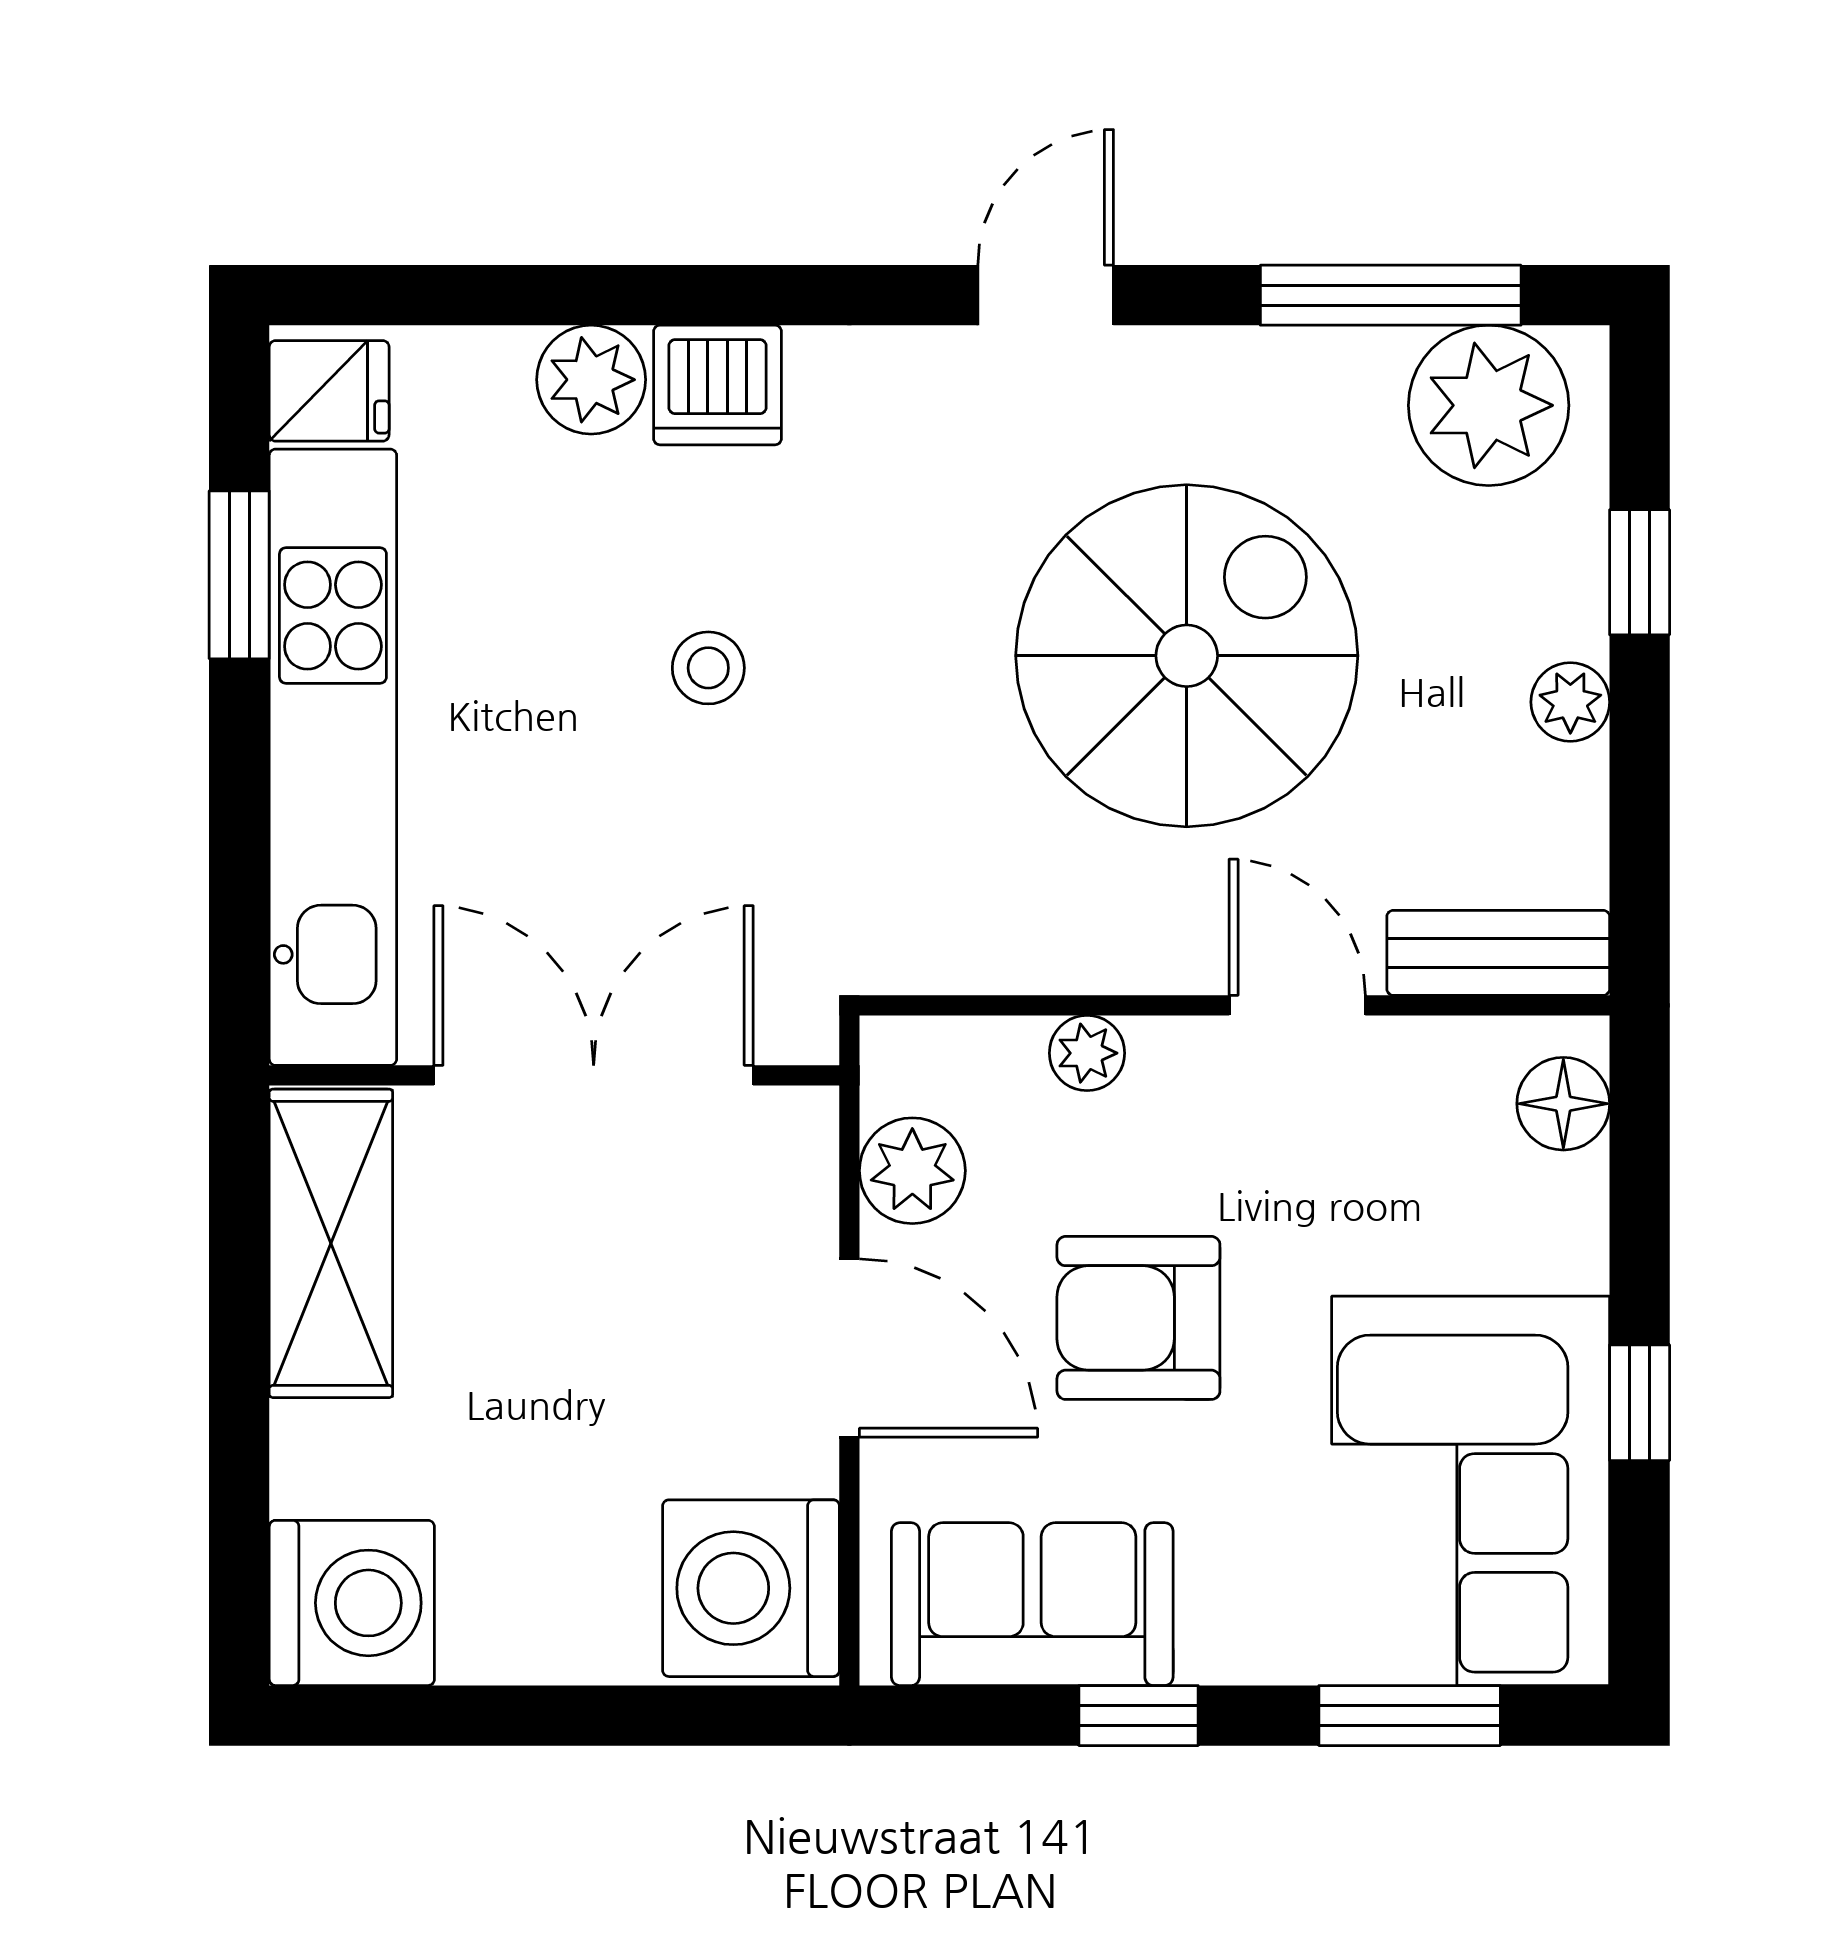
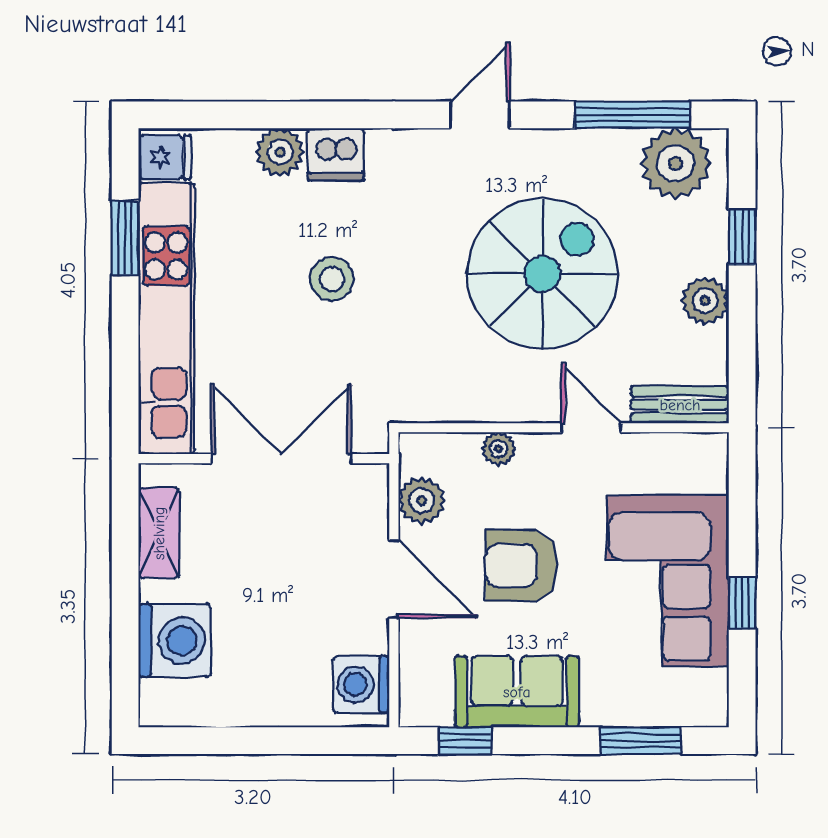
stool: (708, 668) -> (332, 279), width x1.37, depth x1.37
plant: (1570, 702) -> (705, 301), width x1.38, depth x1.38
floor lamp: (1563, 1104) -> (708, 471), removed
shelving: (331, 1243) -> (159, 533), width x0.67, depth x0.75
corner sofa: (1471, 1491) -> (668, 581), moved
washing machine: (751, 1588) -> (361, 685), width x0.73, depth x0.73
washing machine: (352, 1603) -> (175, 641), moved
sofa: (1032, 1604) -> (517, 692), moved
window: (1138, 1716) -> (465, 741), moved

